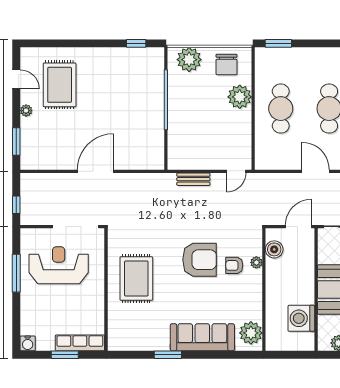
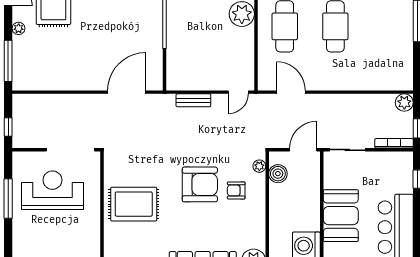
window: (16, 141) -> (8, 61), width x1.44
door: (95, 171) -> (127, 92), moved
door: (316, 171) -> (291, 92), moved
plant: (256, 262) -> (259, 166), moved
rug: (136, 278) -> (134, 204), turned 90

